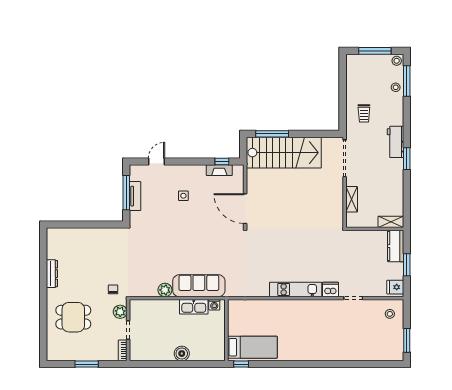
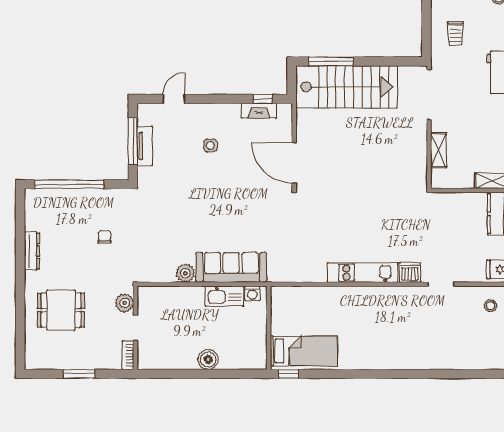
window: (79, 224) -> (69, 184), added
chair: (113, 289) -> (104, 237), moved

